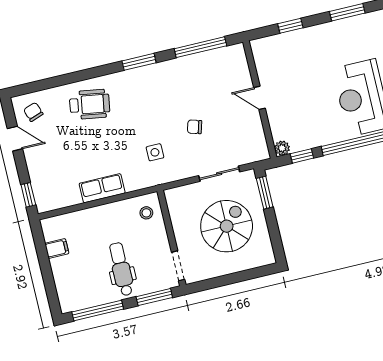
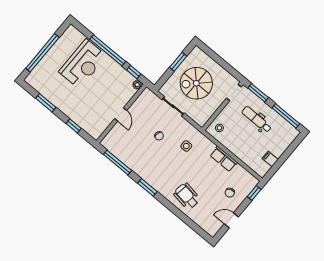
chair: (33, 112) -> (230, 193), moved
door: (15, 139) -> (231, 220), hinge flipped
window: (265, 193) -> (178, 62), moved
dental chair: (121, 269) -> (257, 119), turned 90

